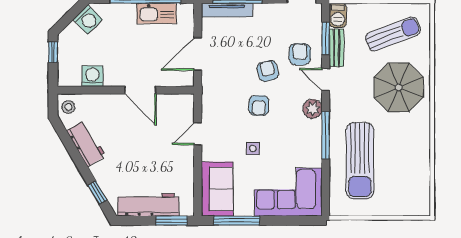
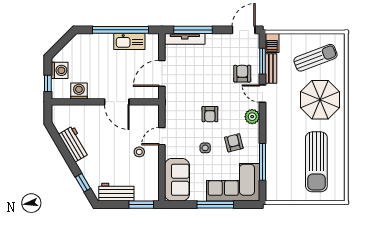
washing machine: (88, 19) -> (60, 70), moved, turned -45
window: (53, 52) -> (48, 83), moved
armchair: (268, 71) -> (234, 143), moved
stool: (68, 107) -> (139, 152), moved
window: (326, 135) -> (262, 162), moved
sun lounger: (360, 161) -> (316, 162), moved
workbench: (148, 205) -> (116, 192), width x0.73
window: (237, 221) -> (215, 205), moved

